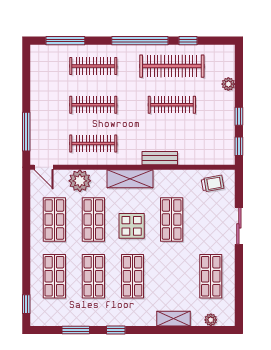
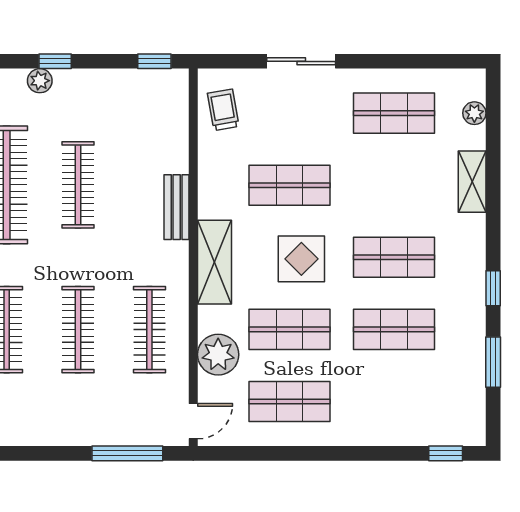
window: (239, 116) -> (55, 61), moved
shop shelf: (54, 276) -> (394, 402), removed

